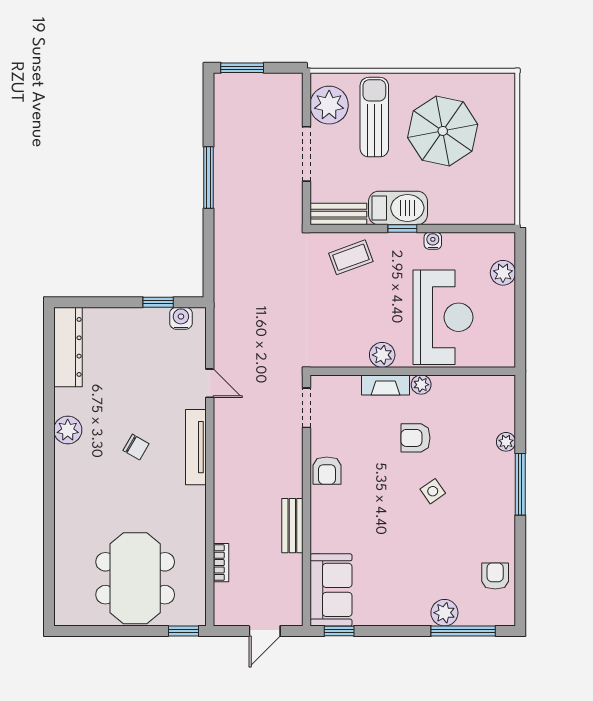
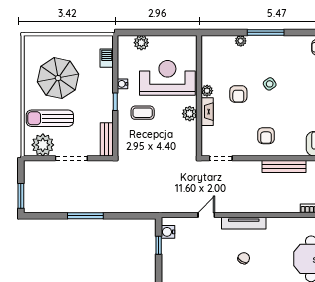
barbecue: (398, 208) -> (107, 58), moved, width x0.53, depth x0.65
coffee table: (351, 257) -> (143, 113), moved, turned -70
armchair: (327, 471) -> (266, 136), moved, turned 90
bench: (292, 526) -> (284, 166), width x1.36

